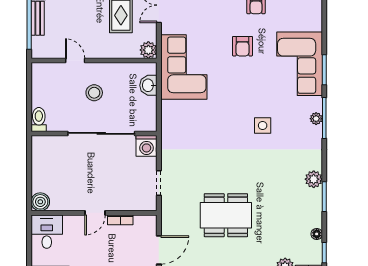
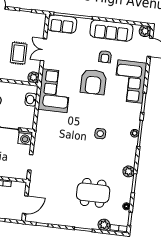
armchair: (243, 46) -> (93, 82), width x1.88, depth x1.88
corner sofa: (300, 64) -> (130, 82), moved
dining table: (226, 215) -> (93, 193), moved

